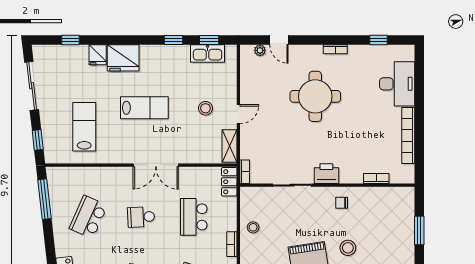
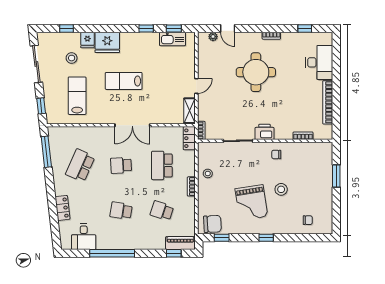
lab bench: (144, 108) -> (124, 81), turned 180
stool: (205, 108) -> (72, 58), moved

